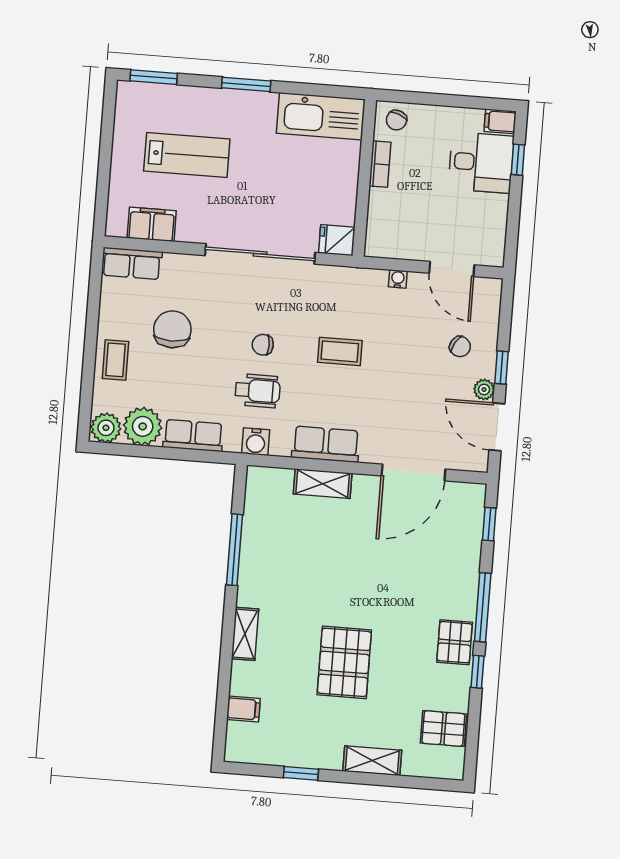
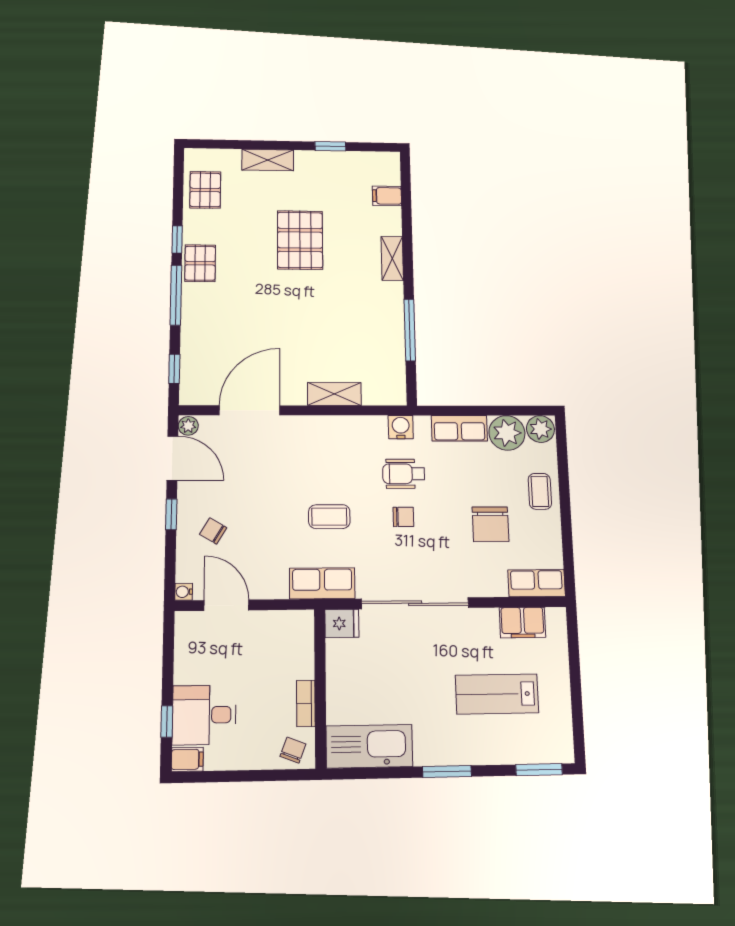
water cooler: (398, 279) -> (184, 592), moved, turned 90
plant: (484, 390) -> (188, 426), moved
row of seats: (326, 444) -> (322, 583), moved, turned 180
pallet: (443, 729) -> (205, 190), turned 90

